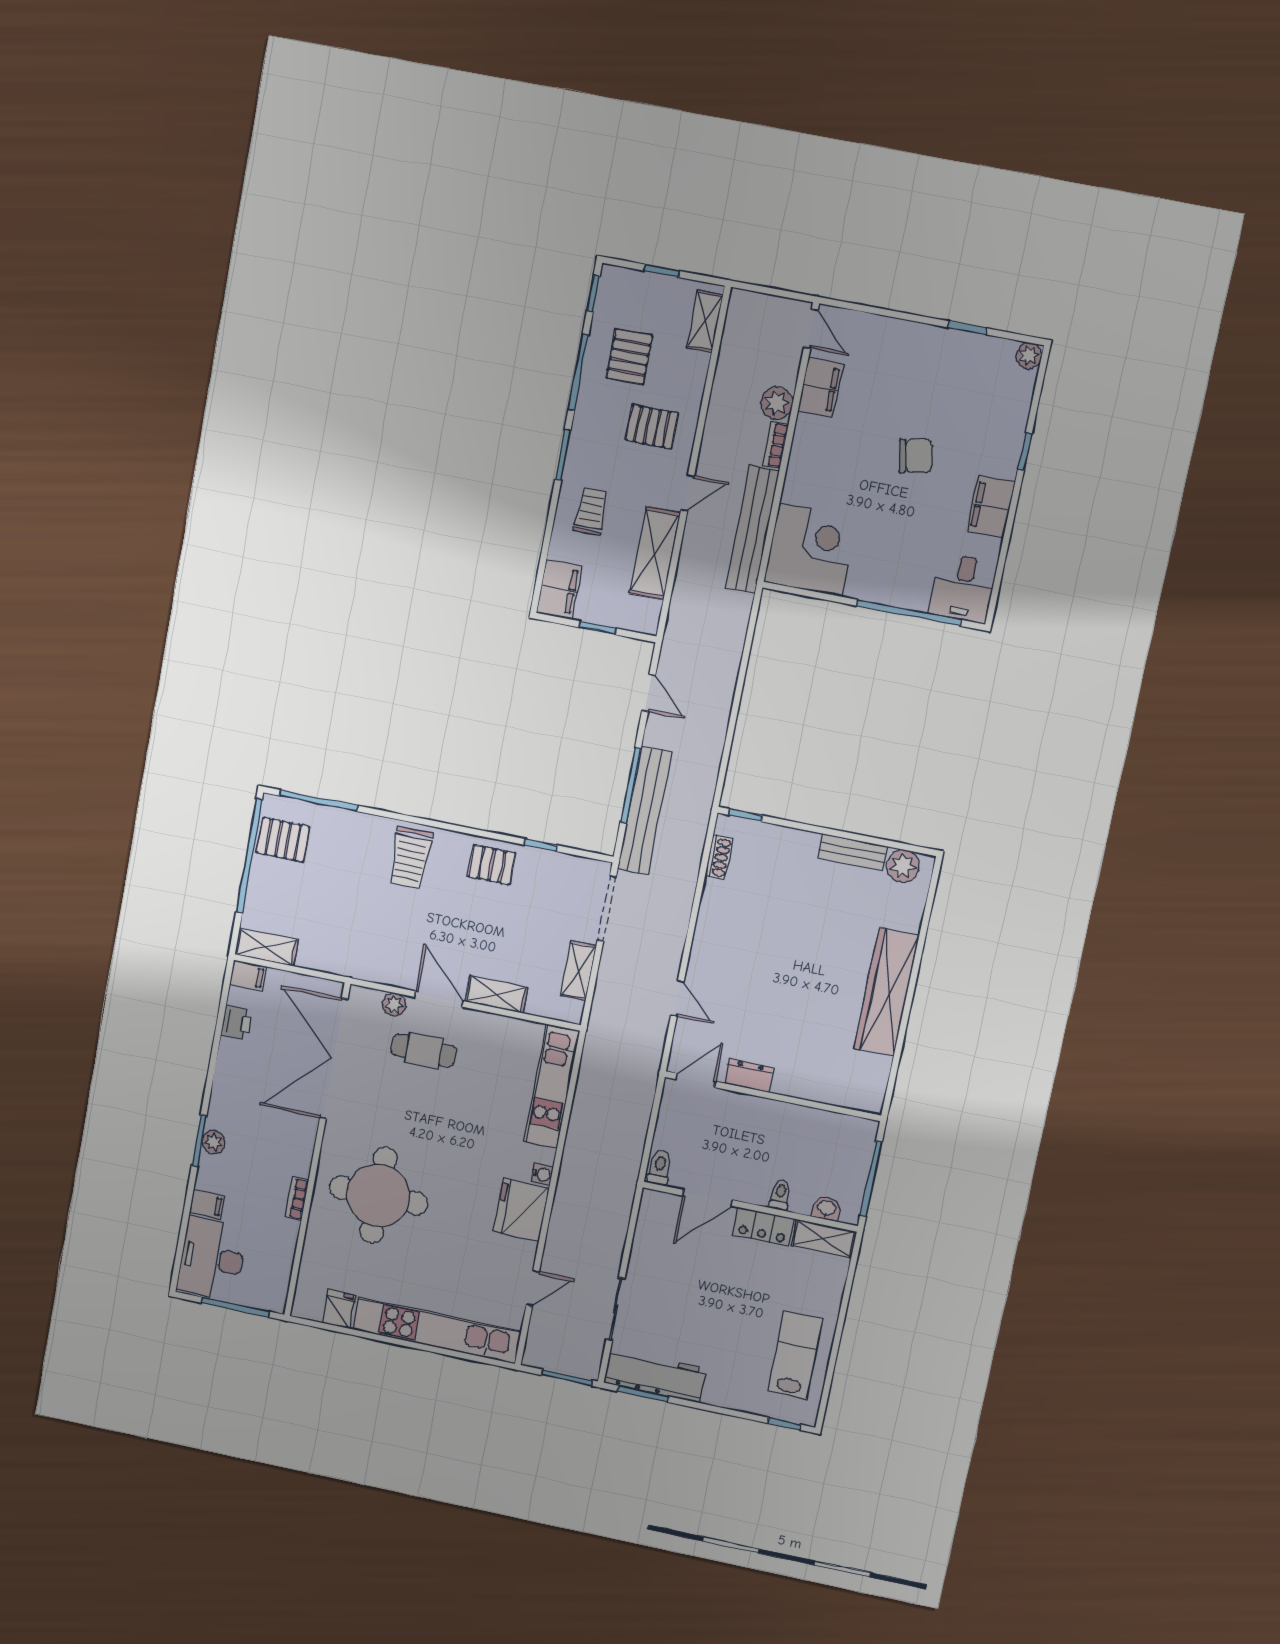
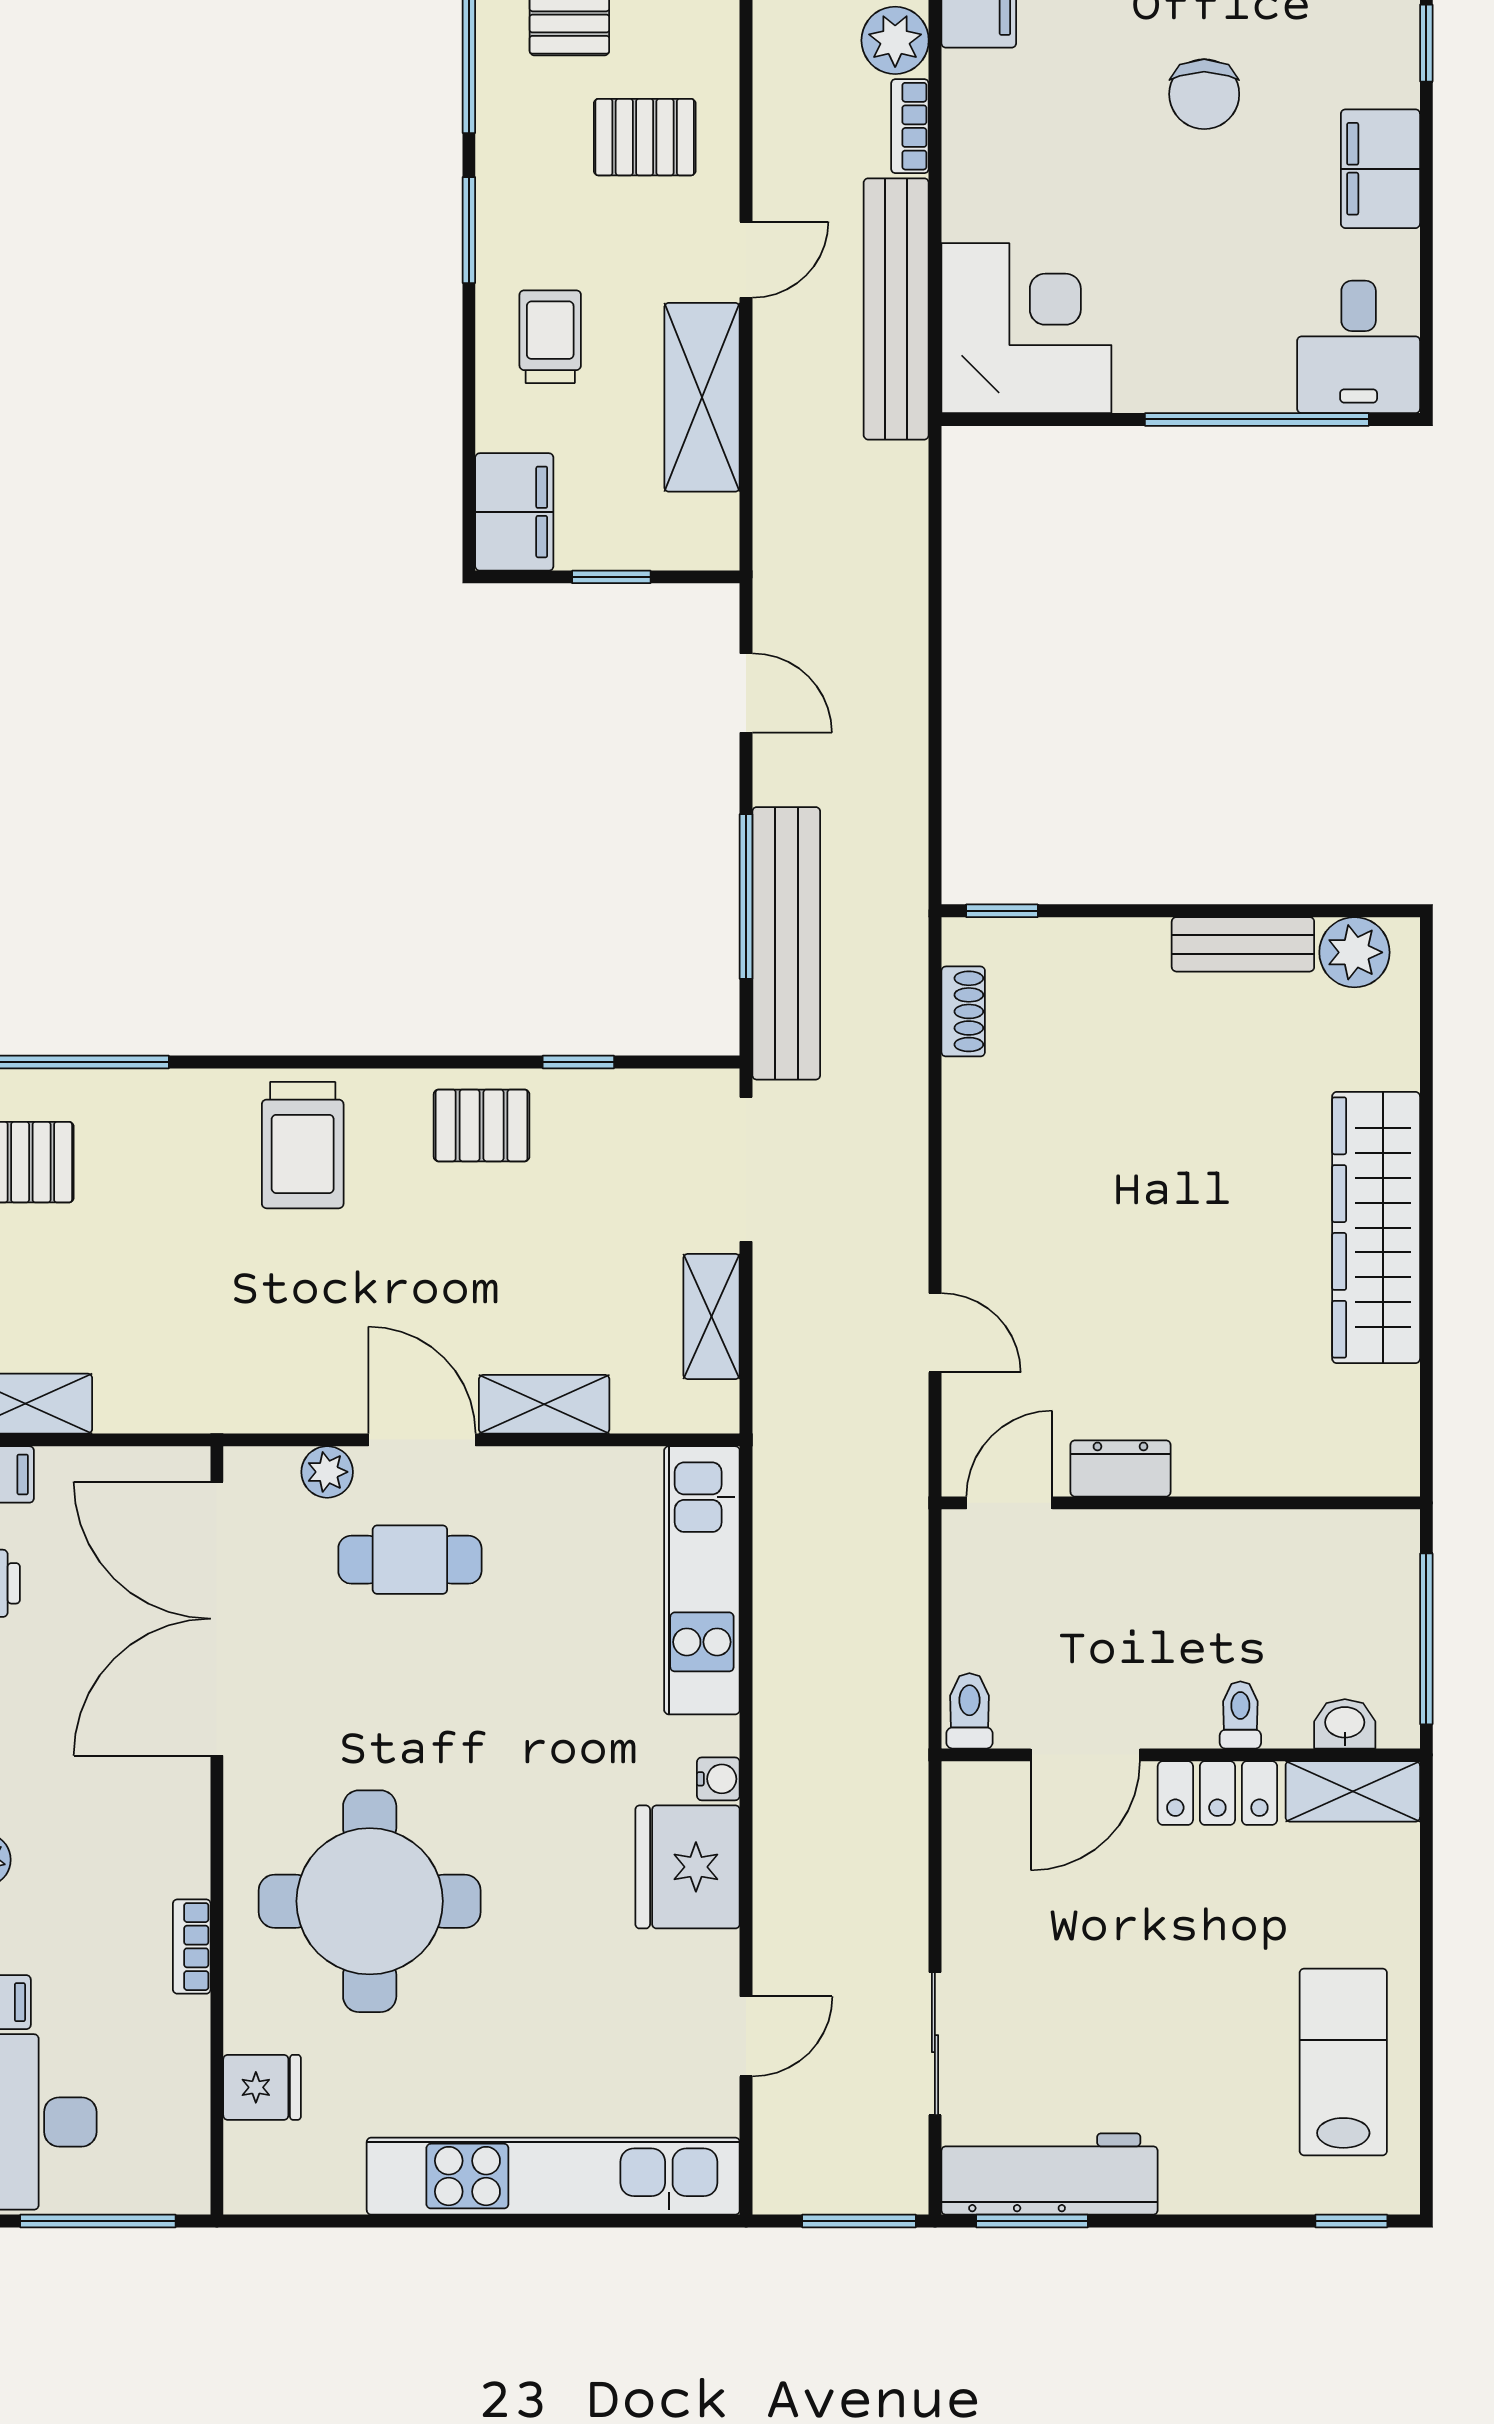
chair: (916, 456) -> (1204, 94), turned 101
fridge: (339, 1309) -> (262, 2087), moved, turned 90

